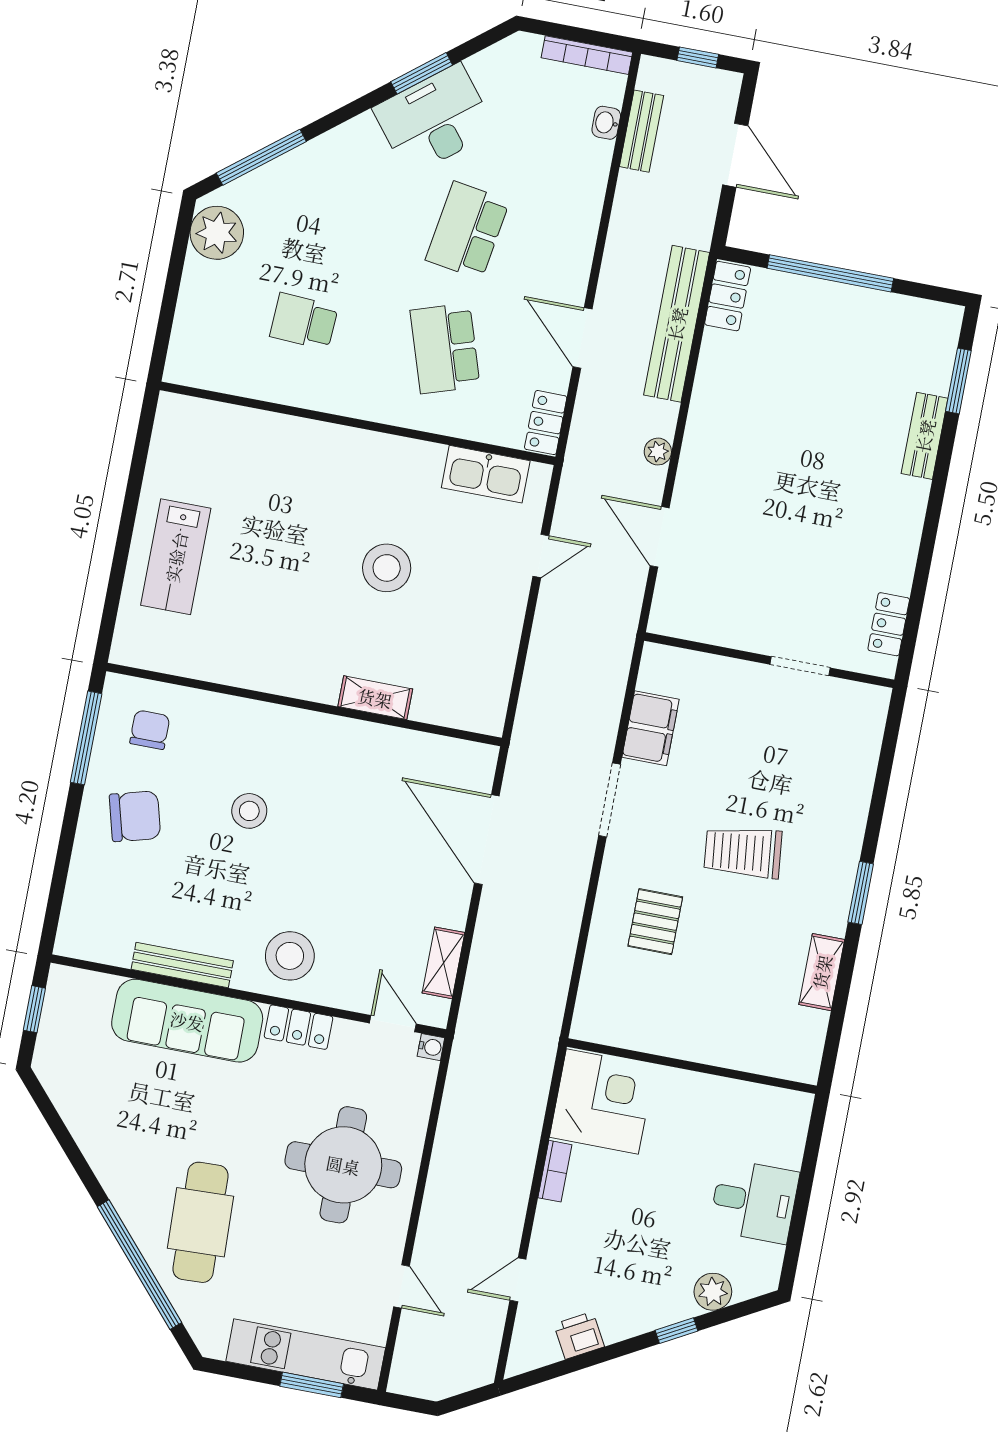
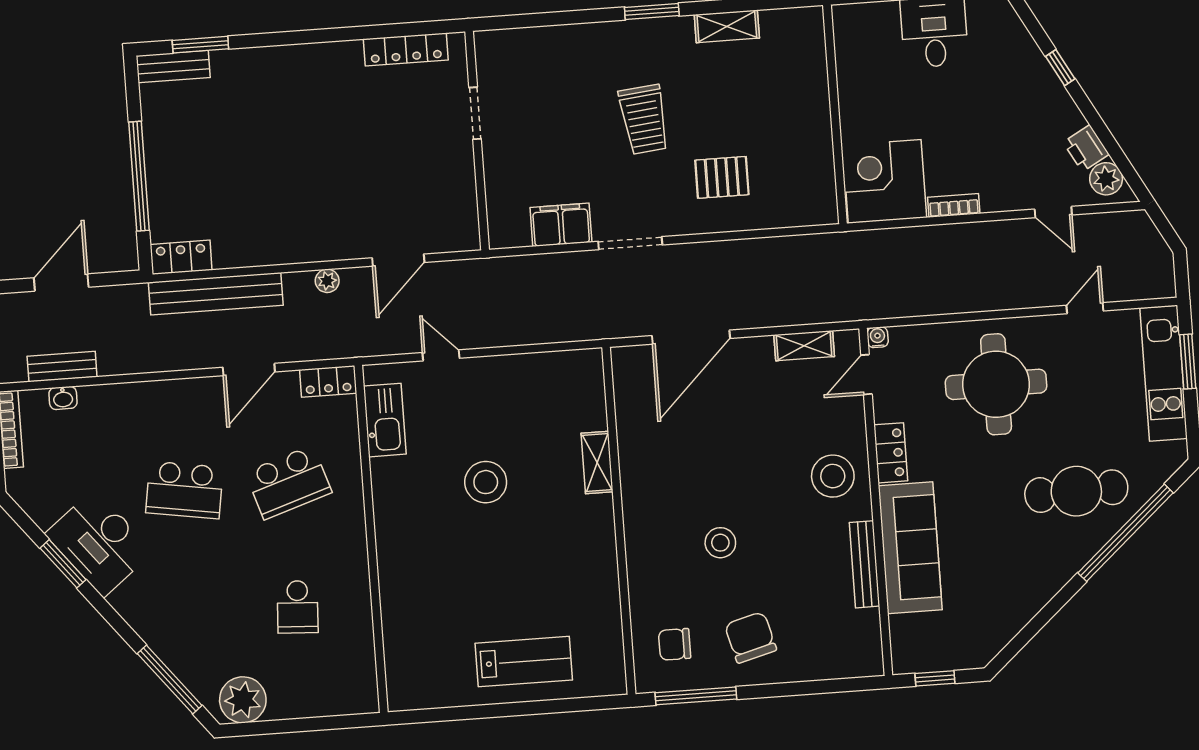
bench: (925, 436) -> (173, 67), moved
locker: (889, 624) -> (406, 49), width x1.53
plant: (713, 1292) -> (1106, 179), moved

